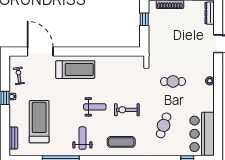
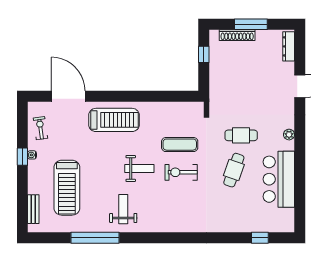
treadmill: (39, 122) -> (67, 188), turned 180
cafe table: (164, 125) -> (234, 170), moved
bar counter: (202, 134) -> (279, 179), moved
exercise mat: (121, 142) -> (180, 145), moved

